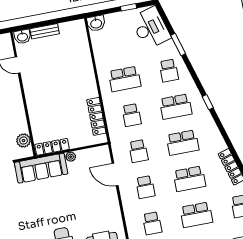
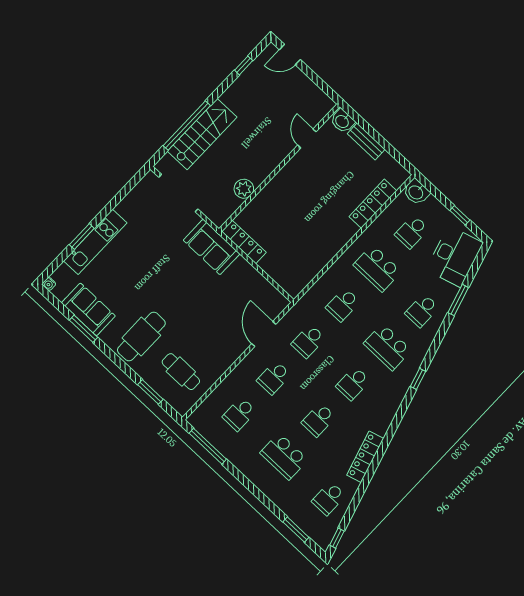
school desk: (118, 43) -> (412, 232), added
locker: (96, 116) -> (373, 204), moved
plant: (24, 141) -> (244, 189), moved
school desk: (183, 143) -> (353, 383), width x0.54
plant: (71, 157) -> (248, 271), removed
sofa: (41, 168) -> (212, 247), width x0.73
school desk: (189, 179) -> (318, 420), width x0.54

